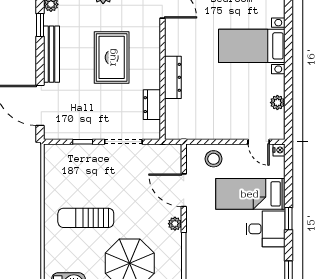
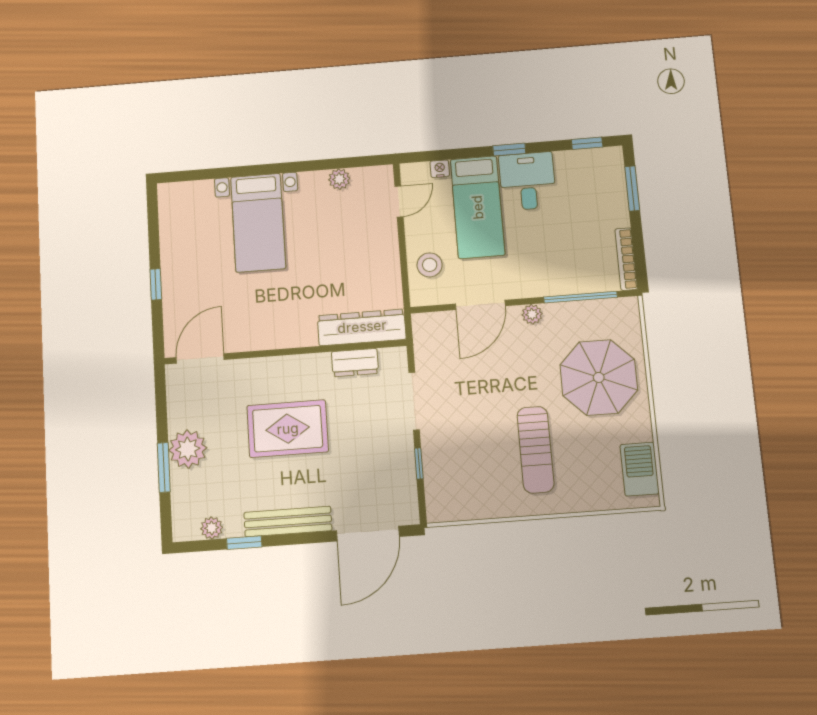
dresser: (173, 77) -> (362, 327), moved, width x1.37, depth x1.24
nightstand: (279, 150) -> (440, 169), moved

